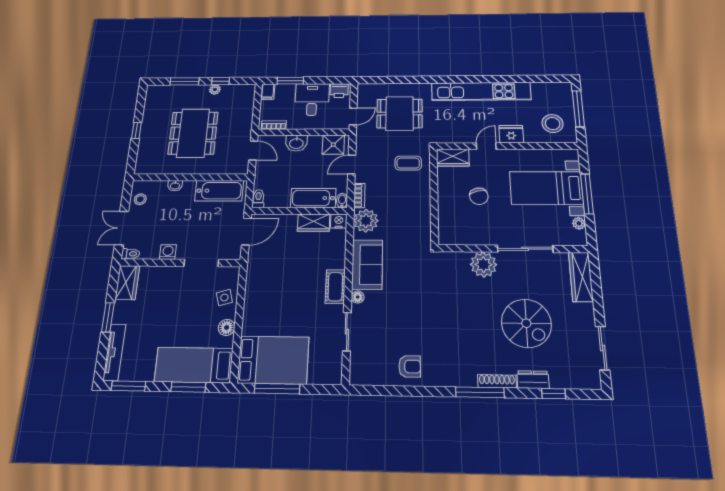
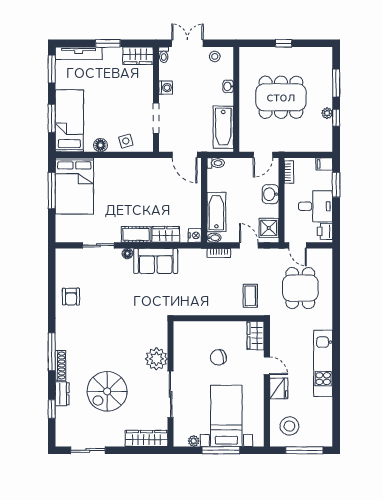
kitchen unit: (481, 91) -> (323, 363), width x0.73
plant: (366, 221) -> (195, 259), removed
wardrobe: (314, 223) -> (166, 234), moved, turned 90

